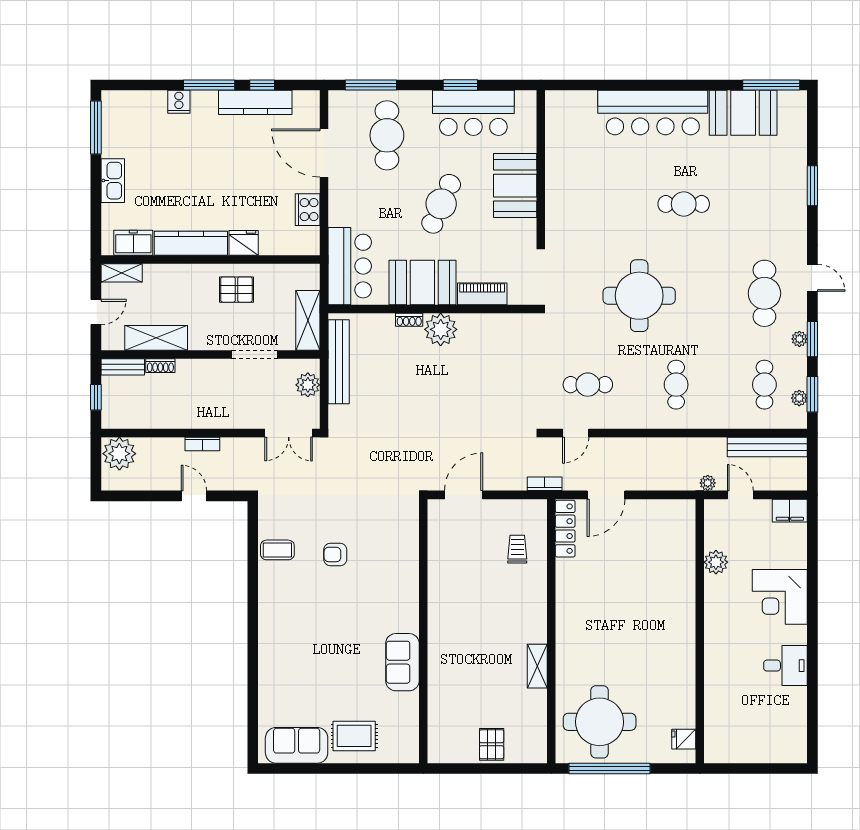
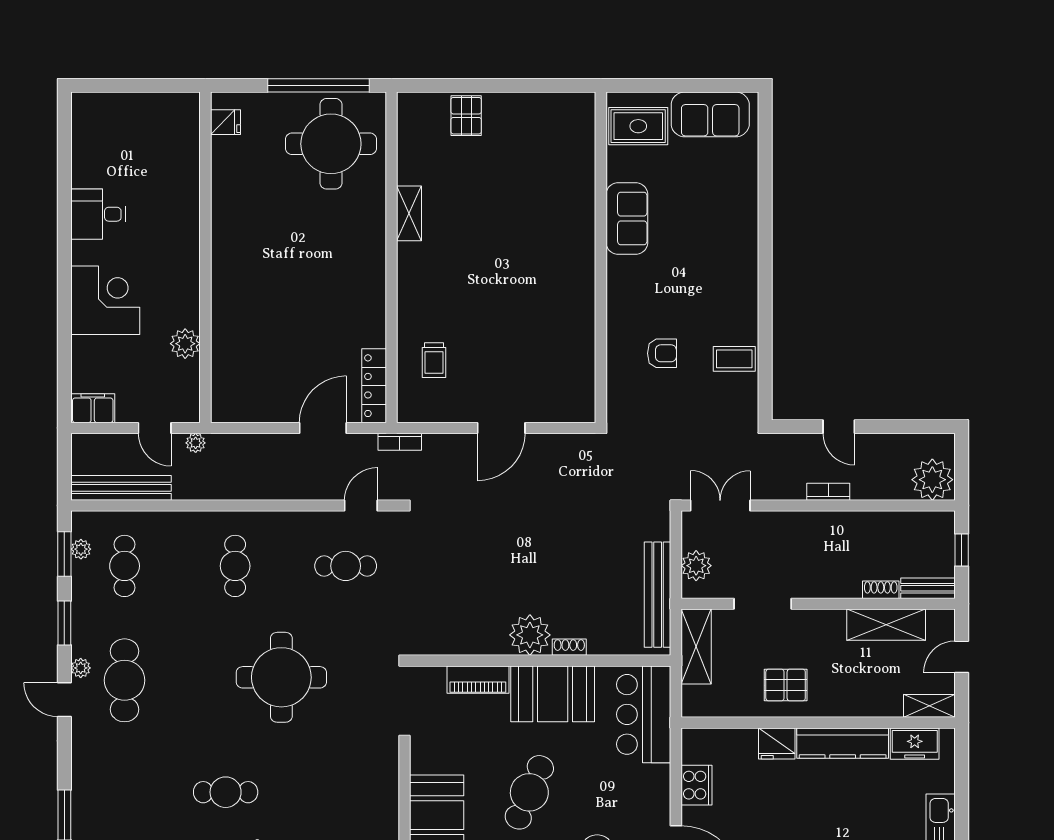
plant: (799, 339) -> (81, 668), moved
wall: (423, 631) -> (601, 257), moved
sofa: (402, 662) -> (627, 219), moved

